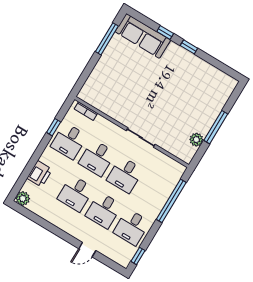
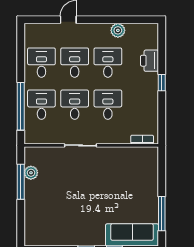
window: (54, 127) -> (162, 83), moved
window: (216, 127) -> (21, 182), moved
desk: (69, 141) -> (41, 105), moved
plant: (23, 198) -> (118, 30), moved
window: (138, 256) -> (21, 41), removed

